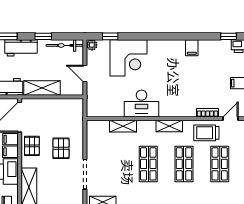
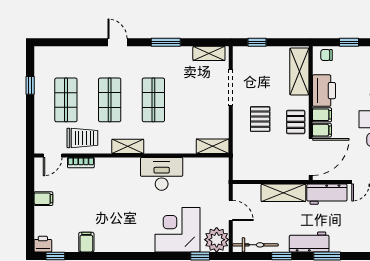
plant: (92, 45) -> (217, 240), width x1.88, depth x1.88
filing cabinet: (192, 48) -> (86, 242), moved
shelving: (123, 126) -> (213, 146), moved

